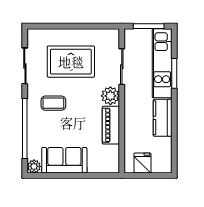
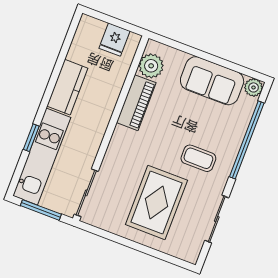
rug: (71, 62) -> (156, 202), turned 90
sliding door: (122, 67) -> (86, 193), moved
window: (174, 73) -> (31, 138), width x0.67
plant: (110, 96) -> (151, 66), moved

